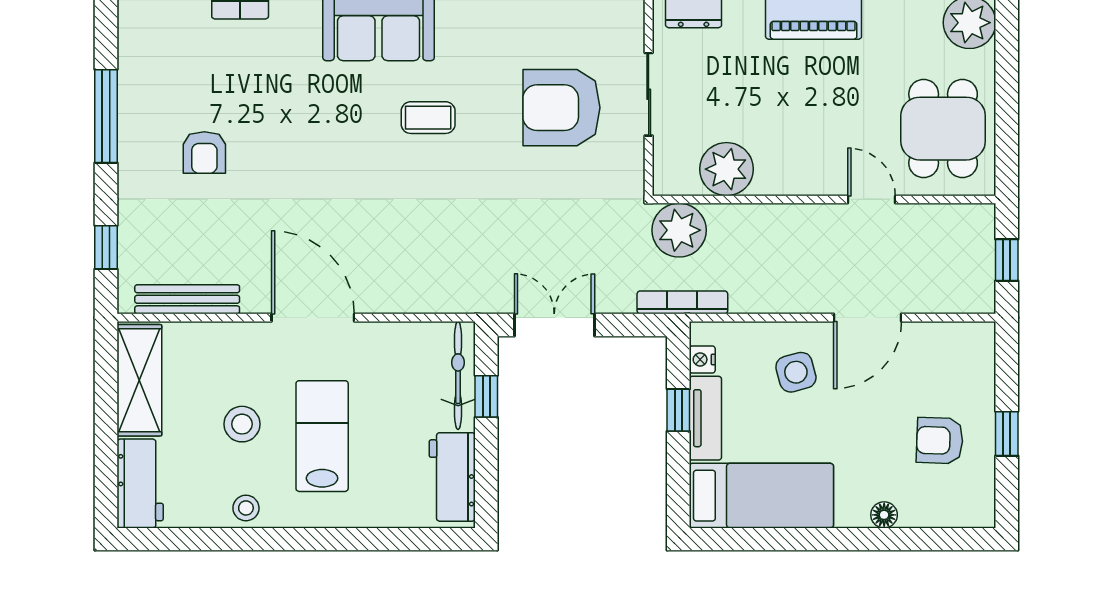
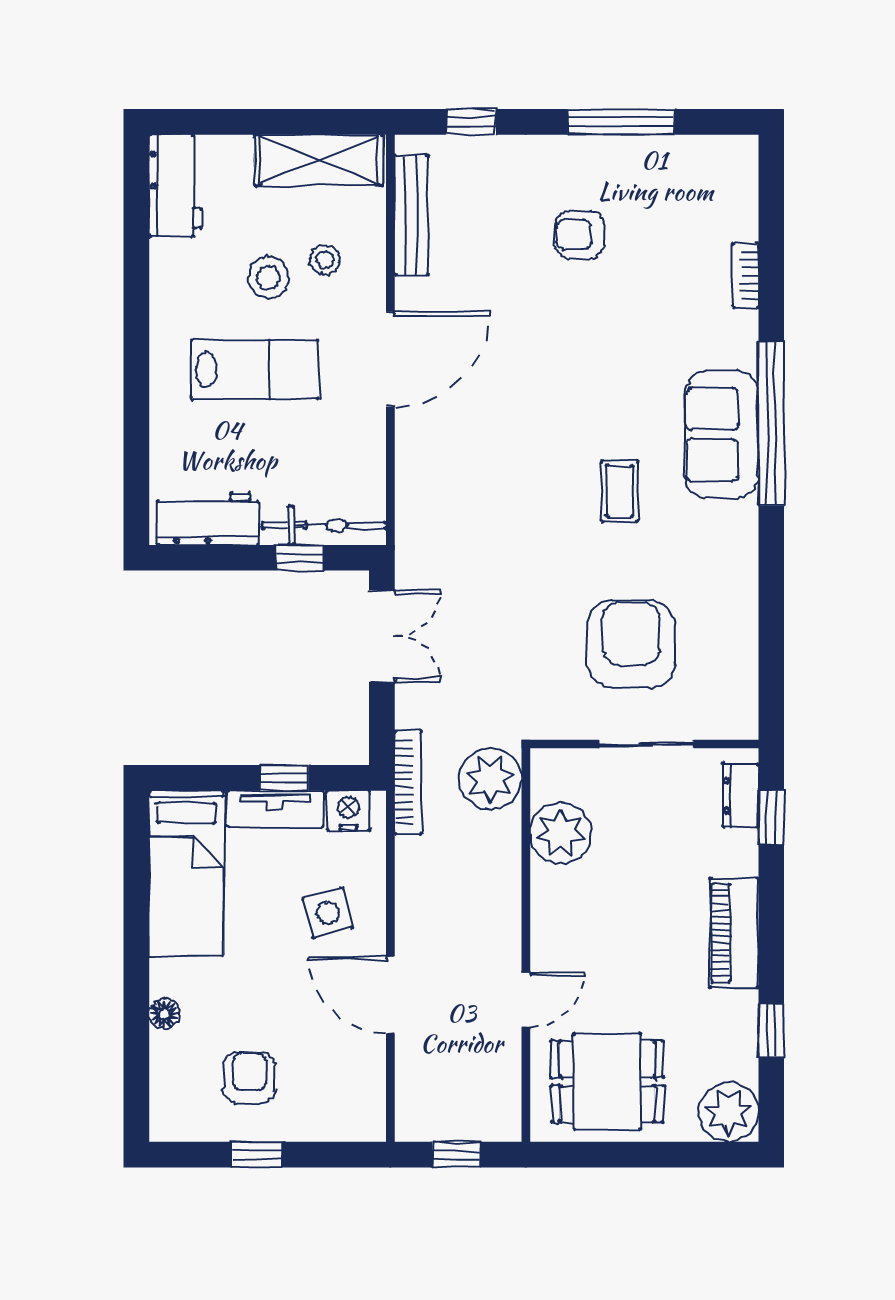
nightstand: (702, 359) -> (348, 811), width x1.39, depth x1.35
workbench: (140, 483) -> (175, 186), moved, turned -90
stool: (246, 508) -> (324, 260), moved

